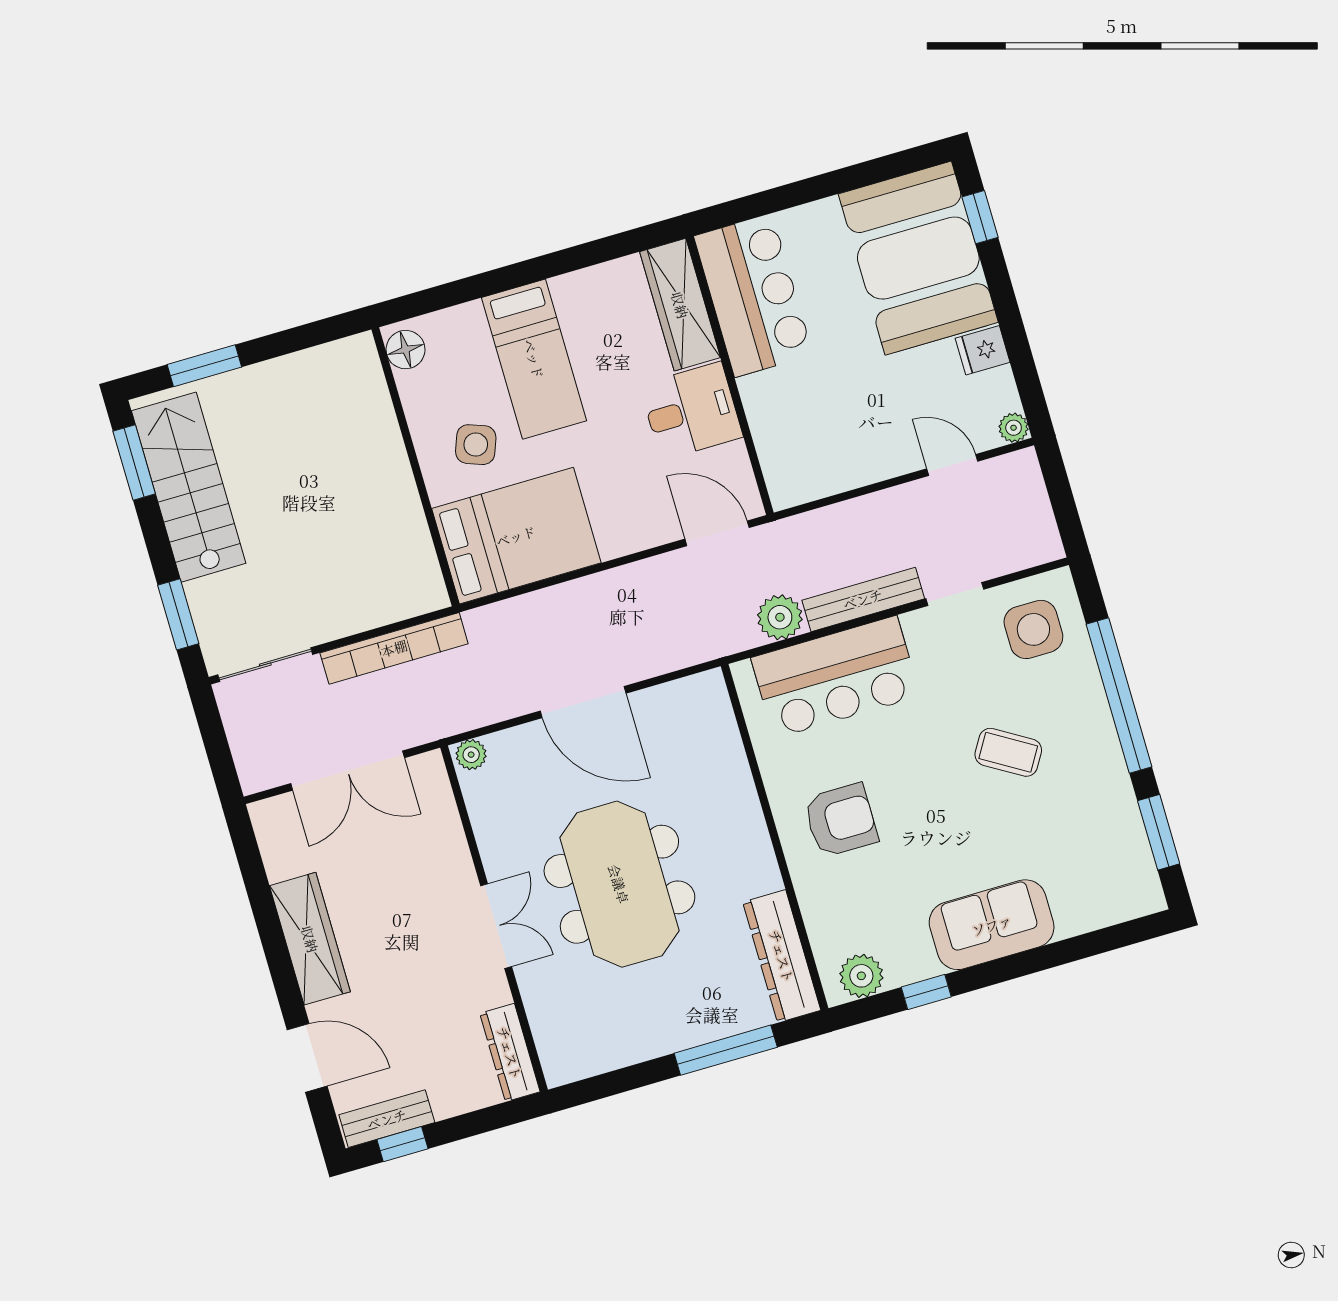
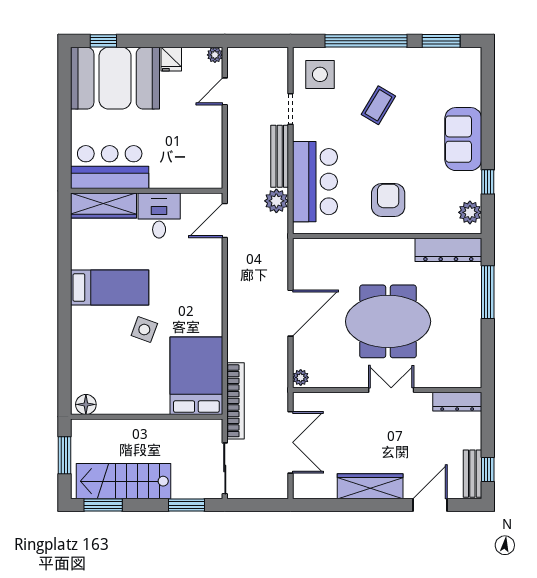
floor lamp: (406, 350) -> (86, 404), moved
wall: (415, 467) -> (147, 417), moved
bed: (516, 536) -> (196, 376), moved

